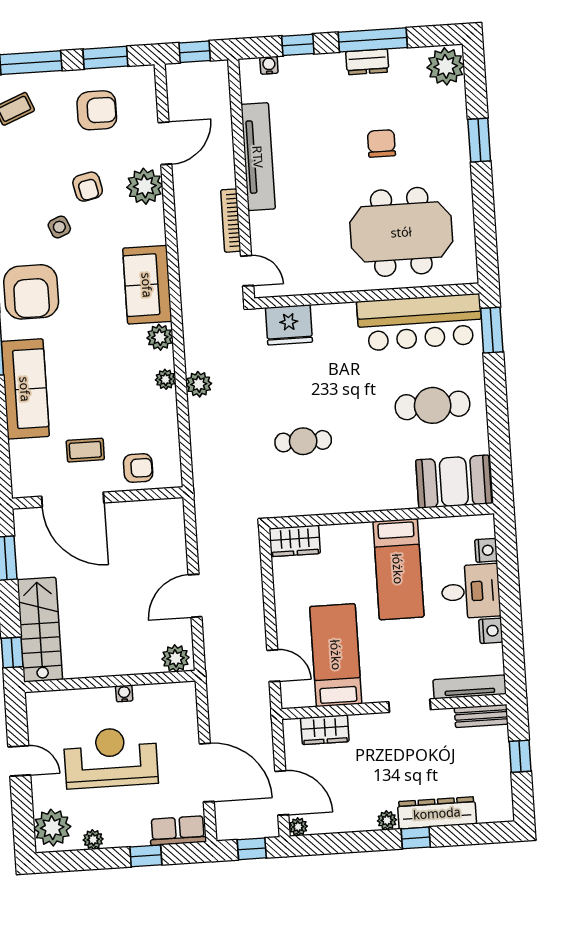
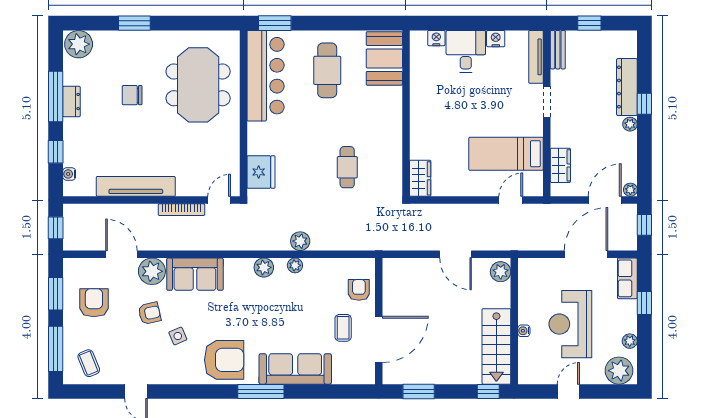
sofa: (147, 285) -> (195, 274), moved
bed: (398, 569) -> (446, 103), removed
stairs: (40, 630) -> (496, 346), moved, turned -90
water cooler: (124, 693) -> (524, 331), moved

